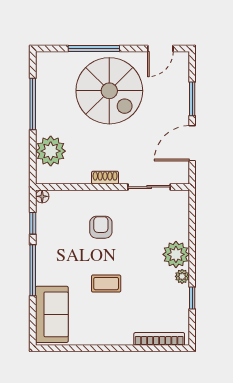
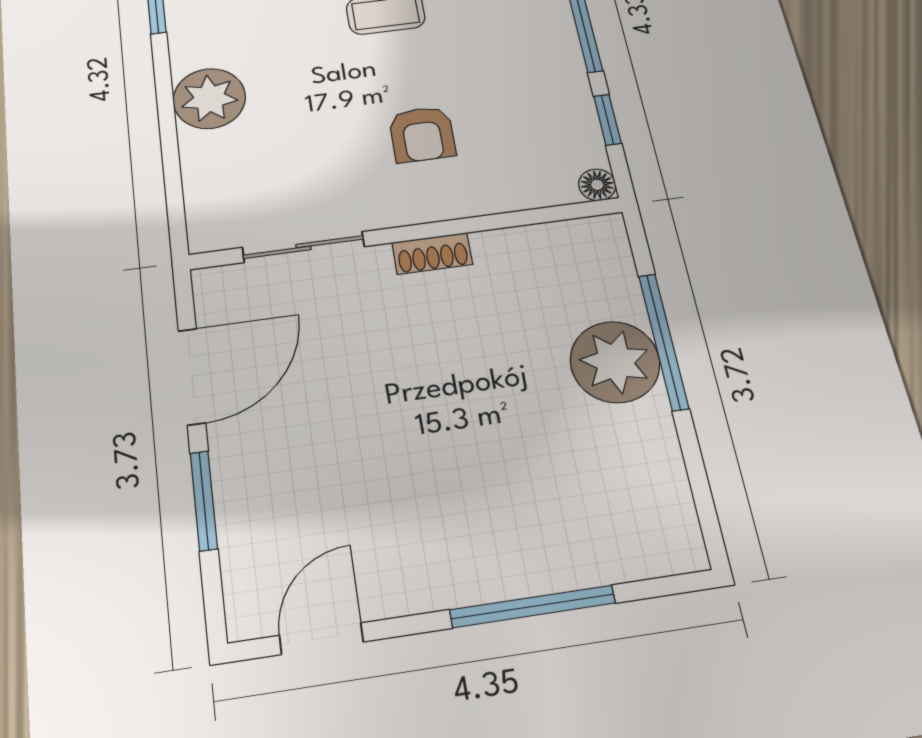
spiral stairs: (109, 91) -> (461, 487), removed
window: (33, 104) -> (663, 341), moved
plant: (51, 151) -> (615, 362), moved
plant: (182, 276) -> (187, 53), removed

